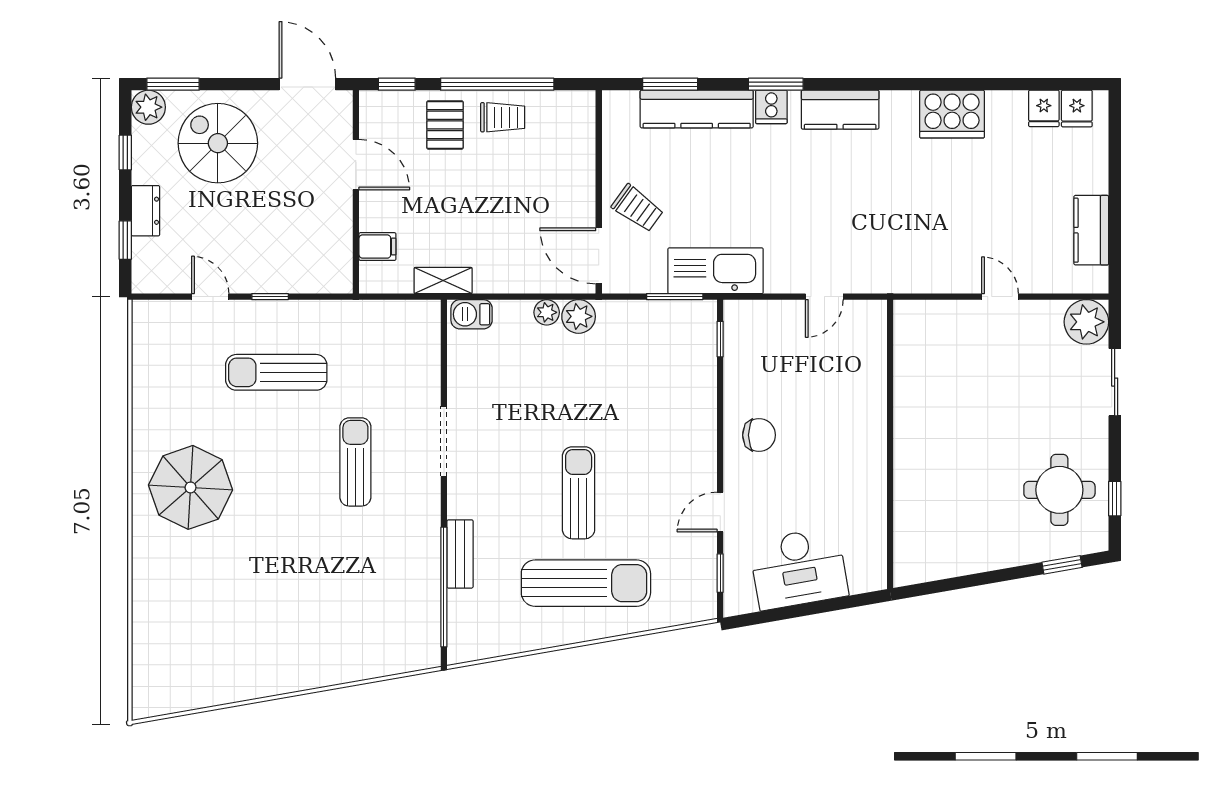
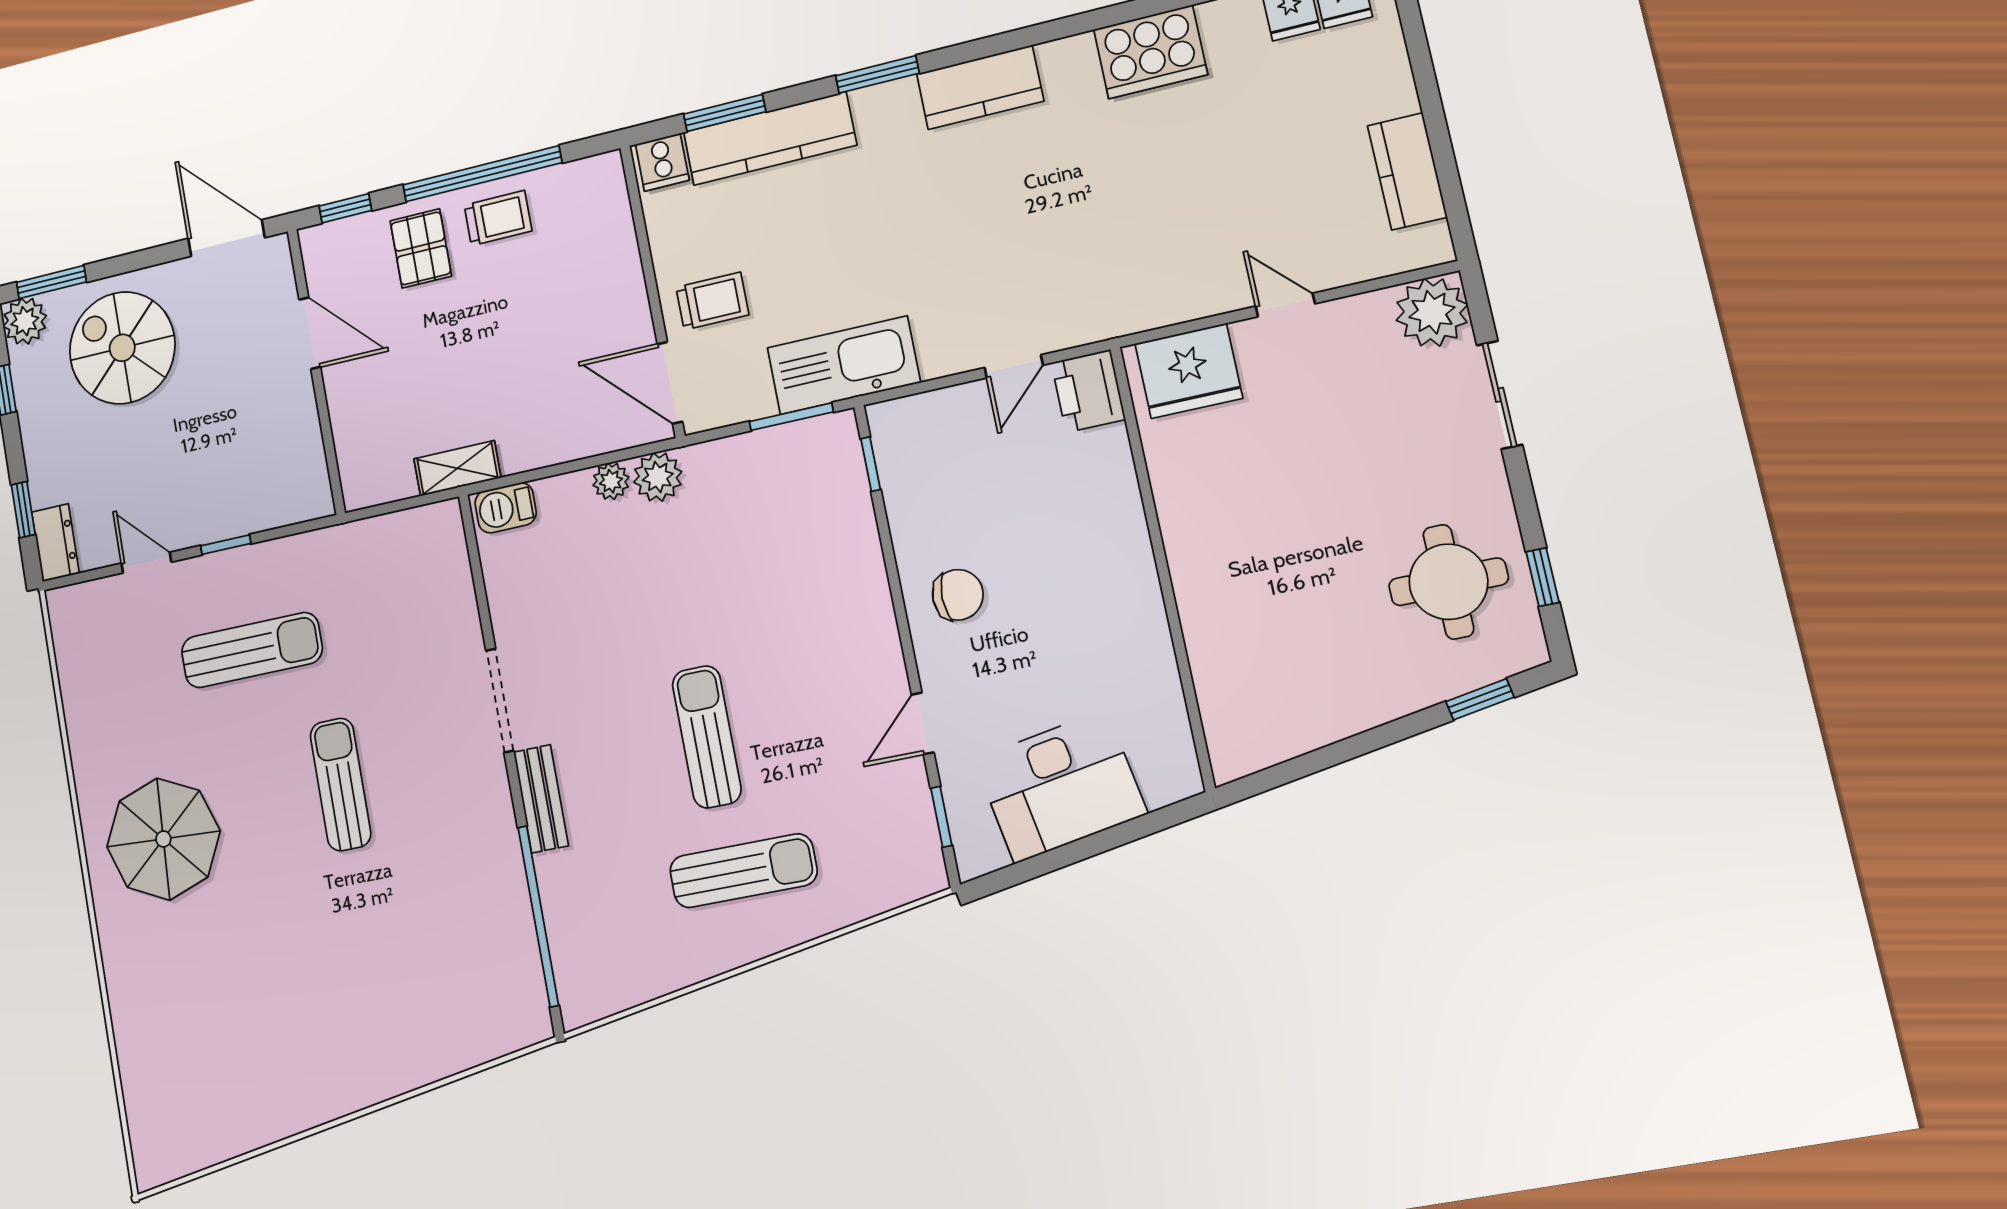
cooker: (771, 107) -> (662, 162), moved
trolley: (638, 208) -> (712, 301), turned -36
dresser: (145, 211) -> (55, 543), moved
filing cabinet: (377, 247) -> (359, 441), removed
printer: (868, 323) -> (1088, 391), added
fridge: (932, 325) -> (1189, 371), added
sun lounger: (276, 372) -> (252, 650), turned 180
sun lounger: (355, 462) -> (341, 784), moved
bench: (460, 554) -> (541, 799), moved
sun lounger: (586, 583) -> (743, 871), width x0.73, depth x0.75

